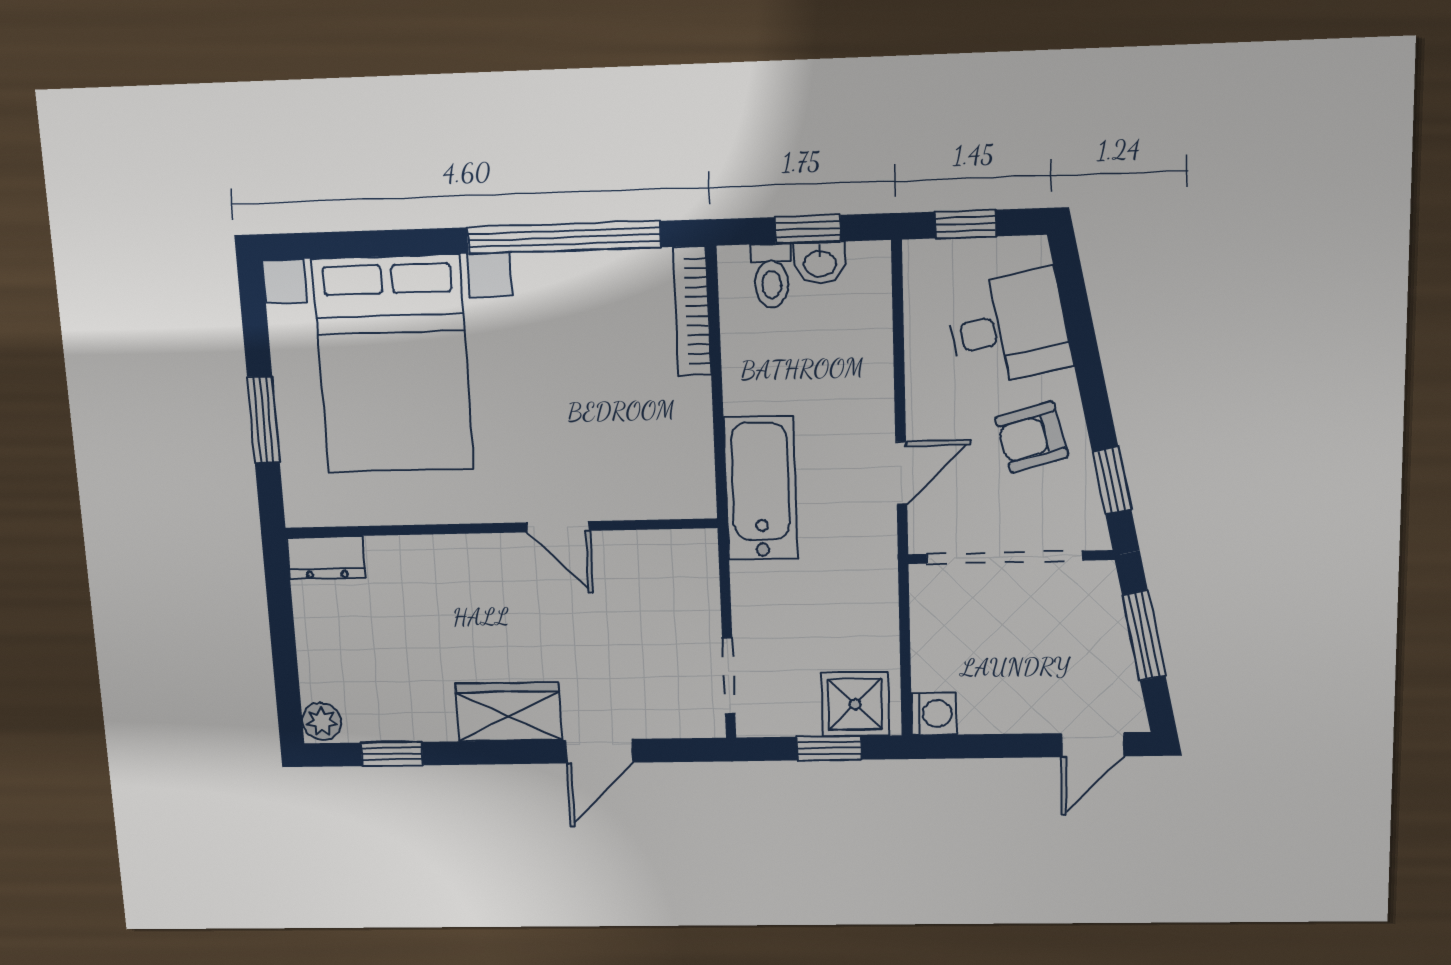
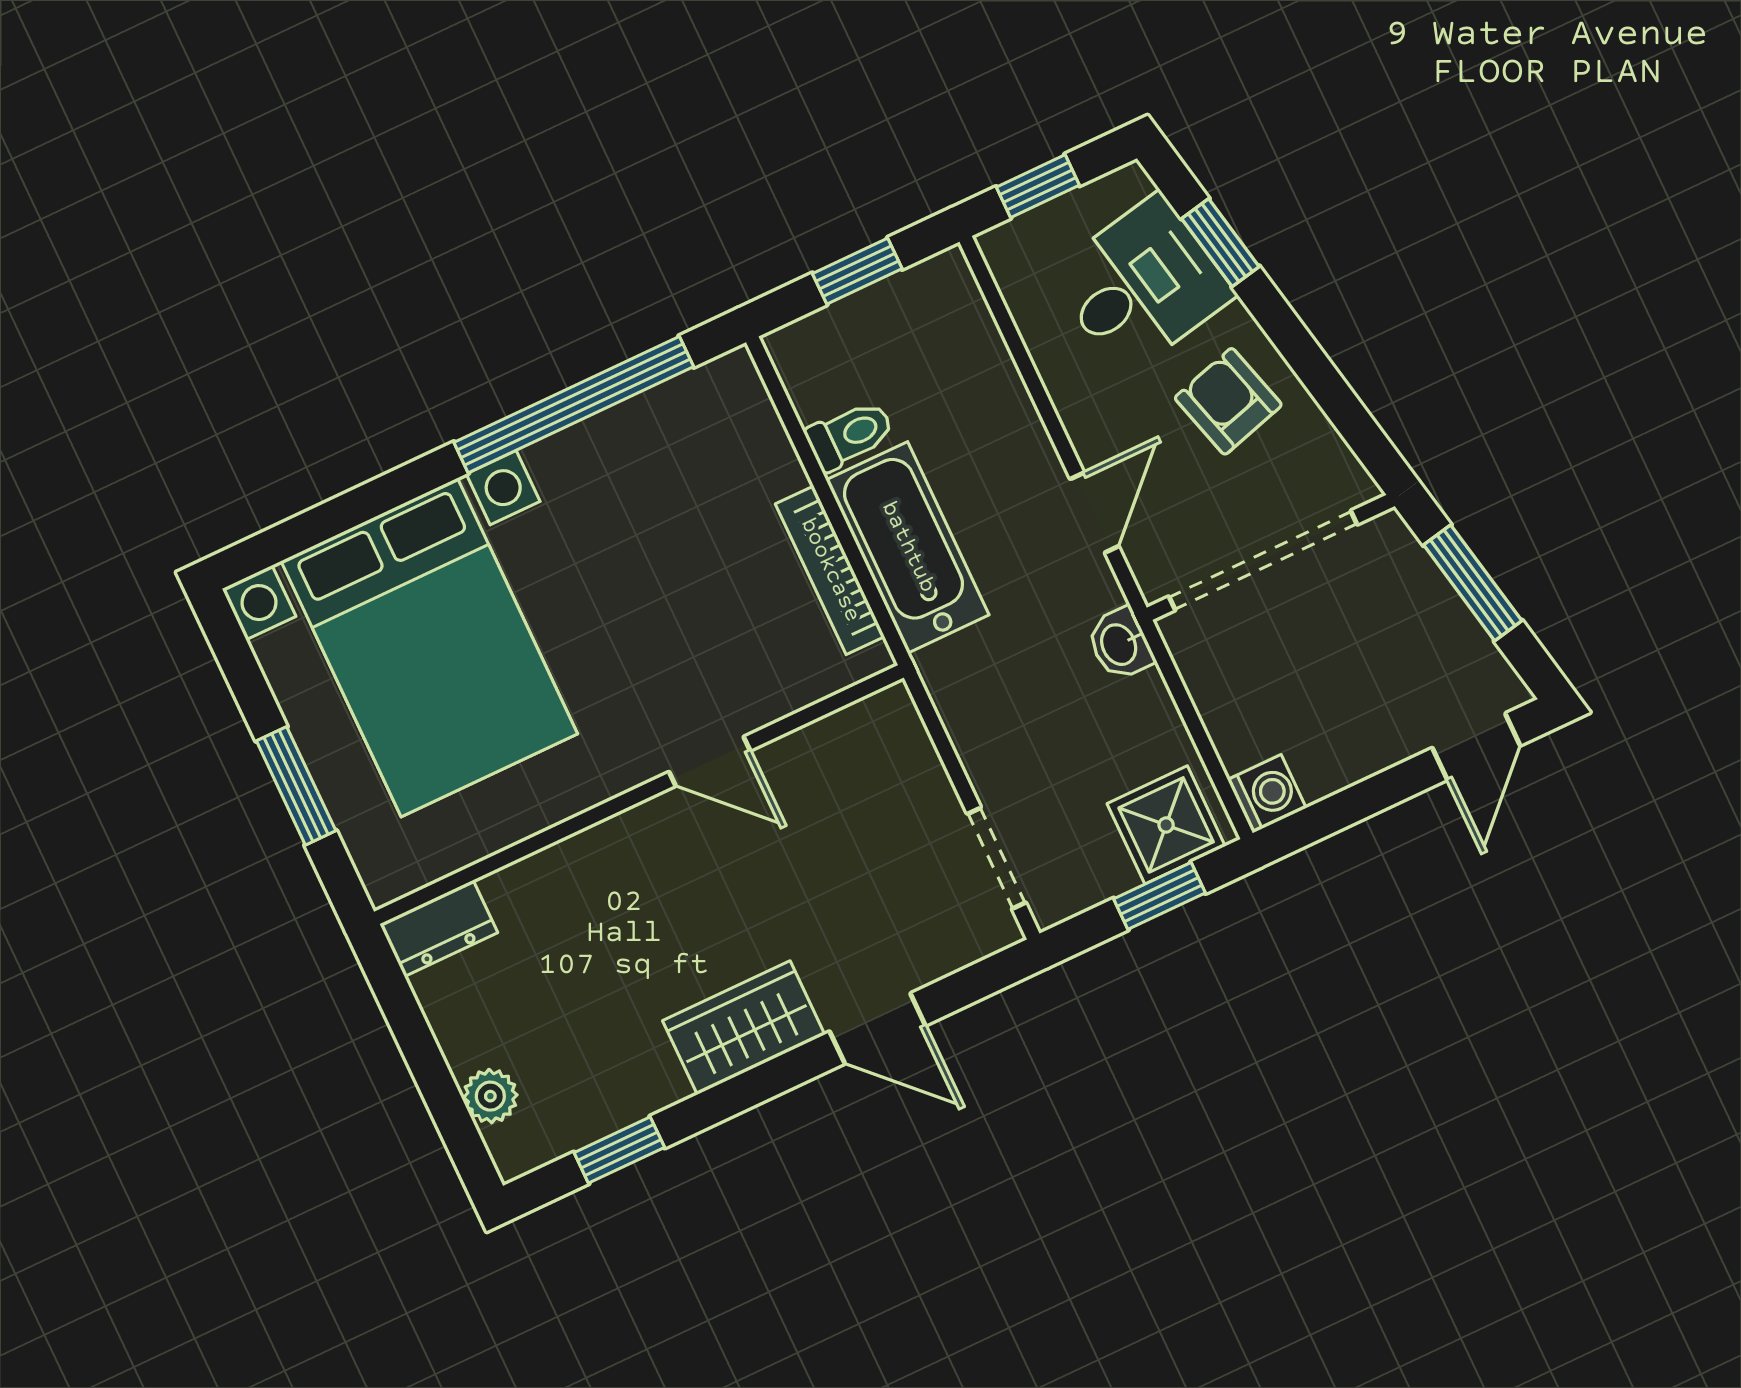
washbasin: (820, 263) -> (1120, 644), moved, turned 90
toilet: (771, 276) -> (850, 435), moved, turned -90
bookcase: (692, 311) -> (830, 570), moved
armchair: (1032, 437) -> (1228, 401), turned 89
window: (1112, 480) -> (1220, 243), moved
bathtub: (761, 489) -> (908, 547), moved
plant: (322, 721) -> (490, 1096), moved
door: (599, 751) -> (878, 1028), hinge flipped

